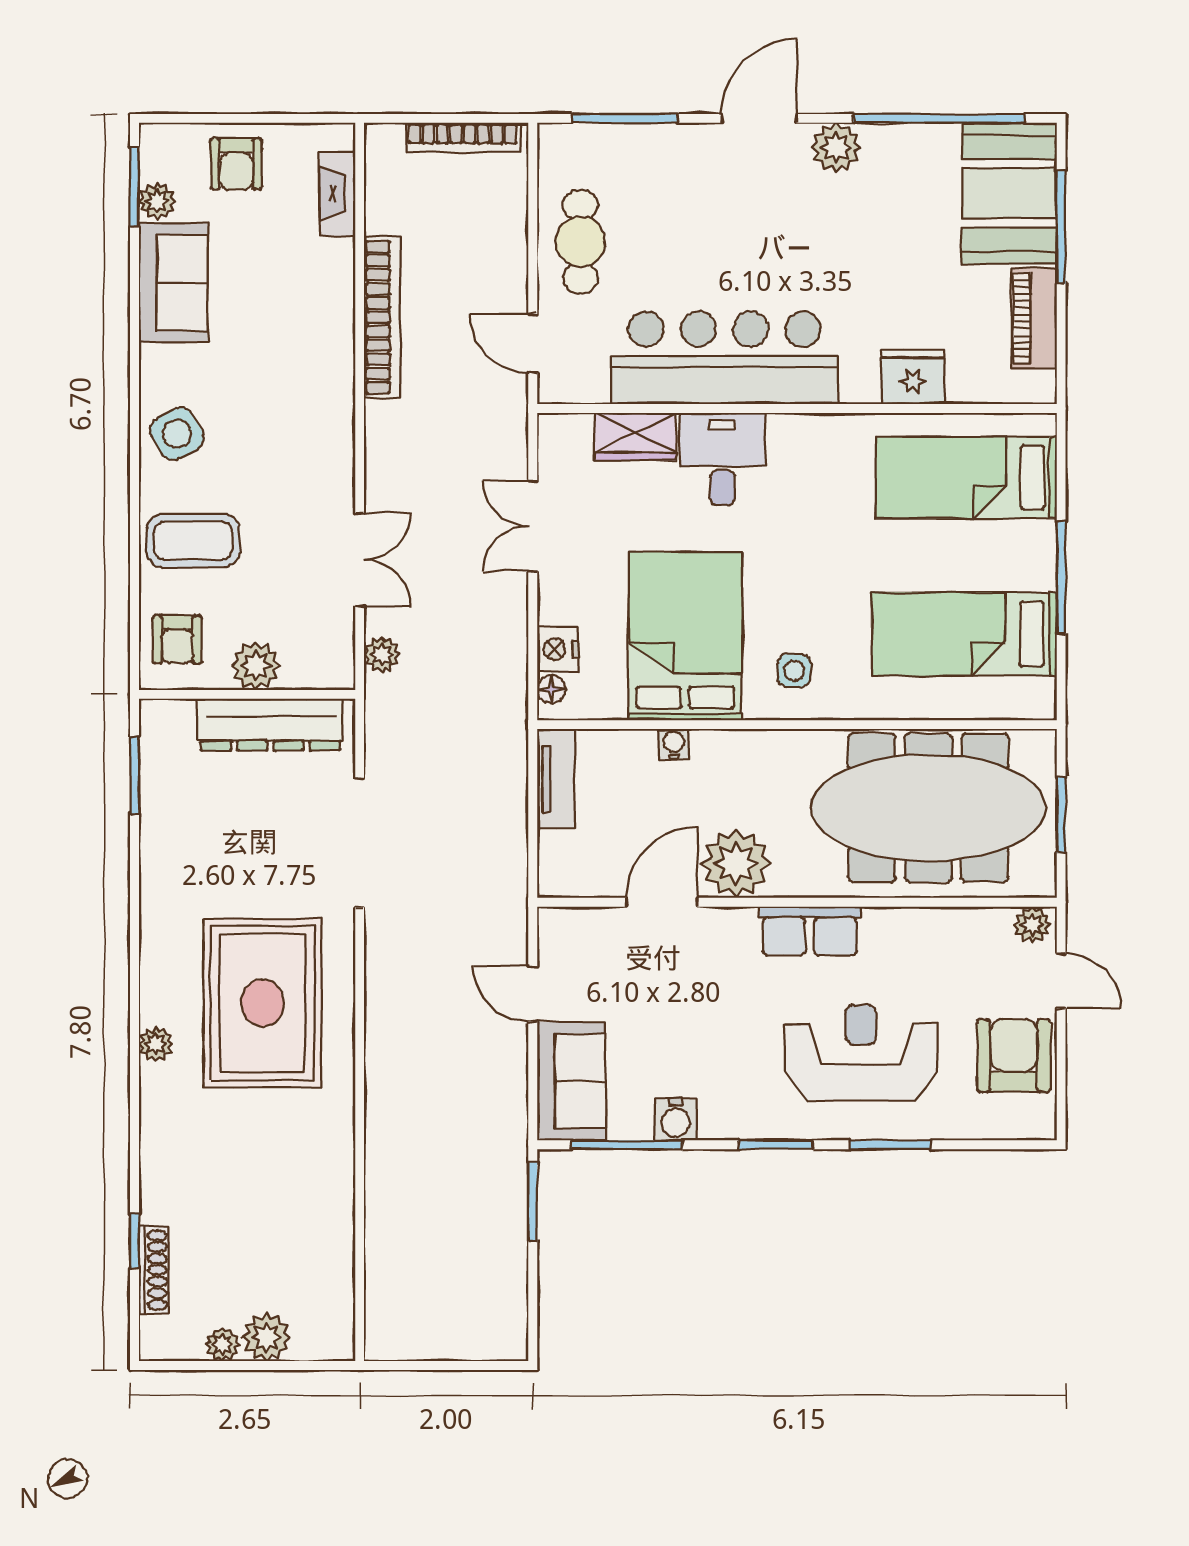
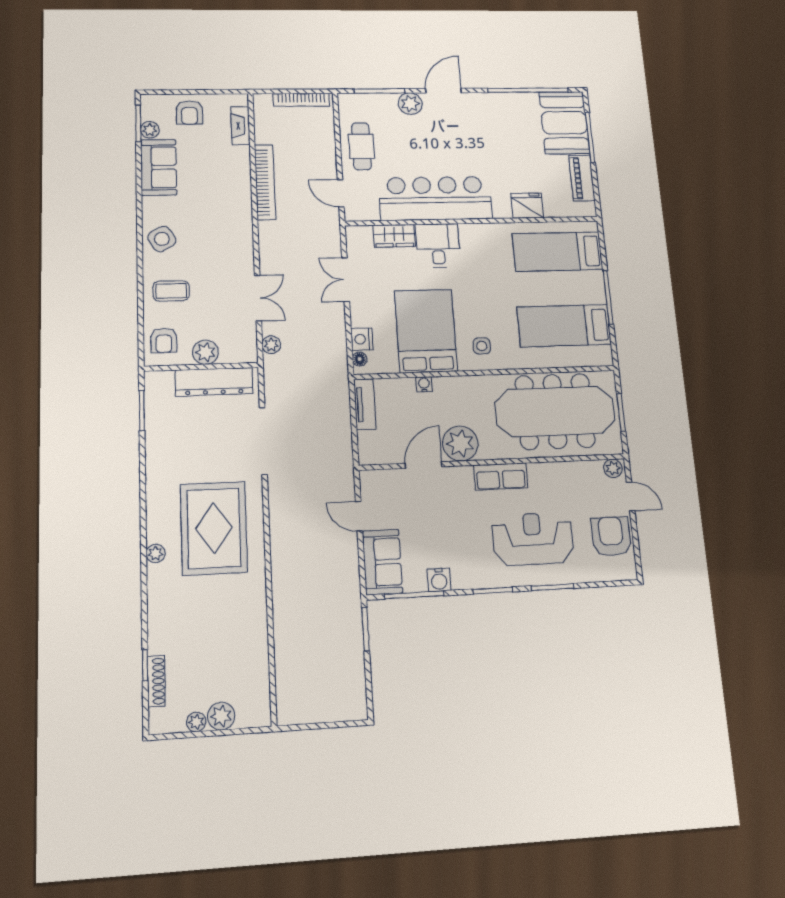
plant: (836, 147) -> (410, 104), moved
coffee table: (193, 541) -> (171, 291), width x0.73, depth x0.77

